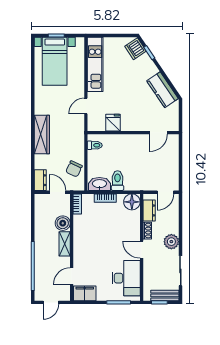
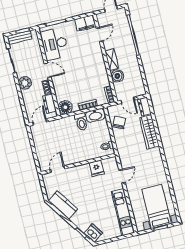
wardrobe: (42, 135) -> (149, 132), moved

